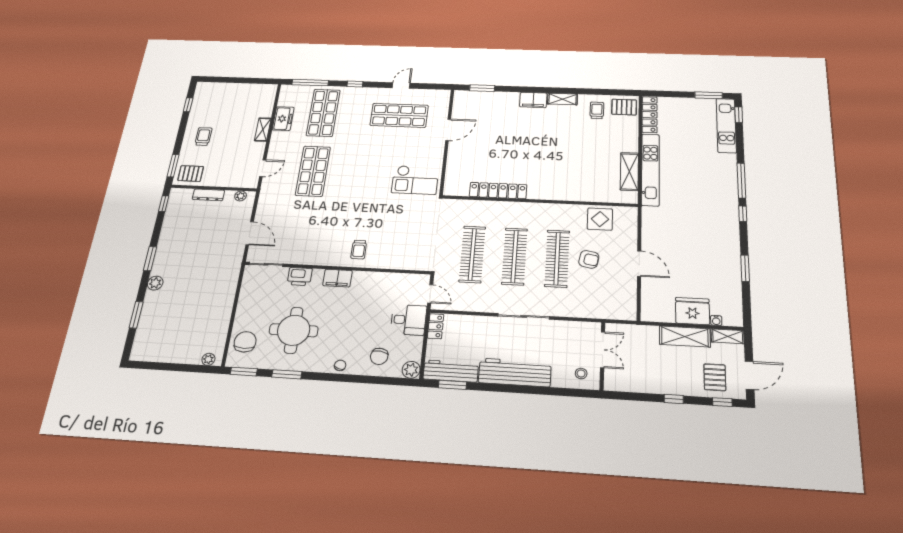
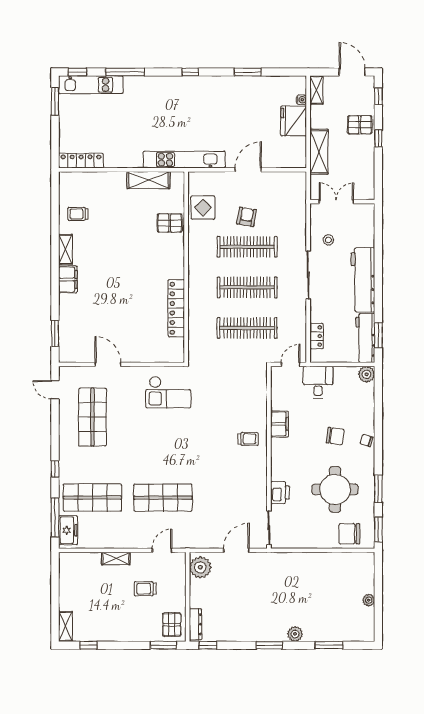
door: (401, 85) -> (55, 390), moved
shelving: (209, 87) -> (65, 626), added
pallet: (624, 107) -> (170, 223), moved, turned 90
freezer: (283, 119) -> (68, 530), moved, turned 90
trolley: (203, 136) -> (145, 589), moved
door: (263, 168) -> (162, 550), hinge flipped
kitchen unit: (650, 170) -> (184, 160), moved
checkout: (415, 180) -> (168, 392), turned 90
window: (741, 181) -> (125, 72), moved
dresser: (208, 195) -> (196, 624), moved
plant: (241, 196) -> (200, 567), width x1.88, depth x1.88
filing cabinet: (337, 278) -> (280, 424), moved
locker: (436, 326) -> (316, 336), moved, turned 90
shelving: (685, 337) -> (319, 152), moved
chair: (379, 356) -> (335, 436), moved
plant: (208, 359) -> (369, 600), moved
stool: (581, 374) -> (328, 240), moved
pallet: (715, 377) -> (360, 125), moved

